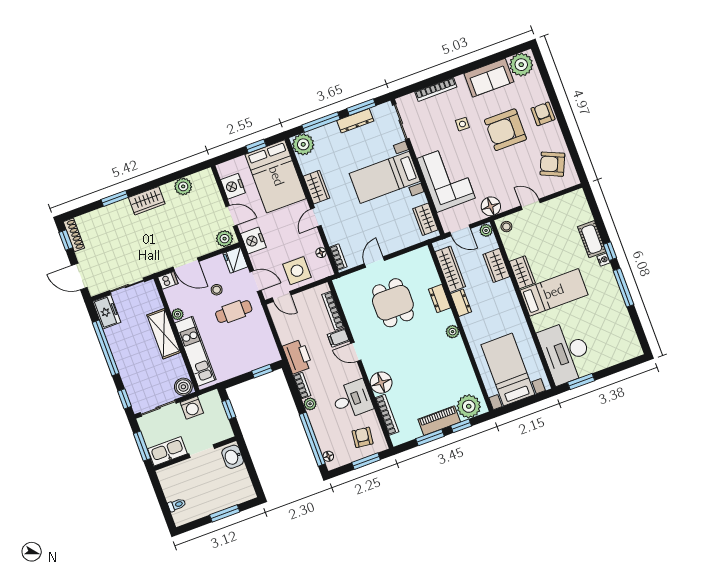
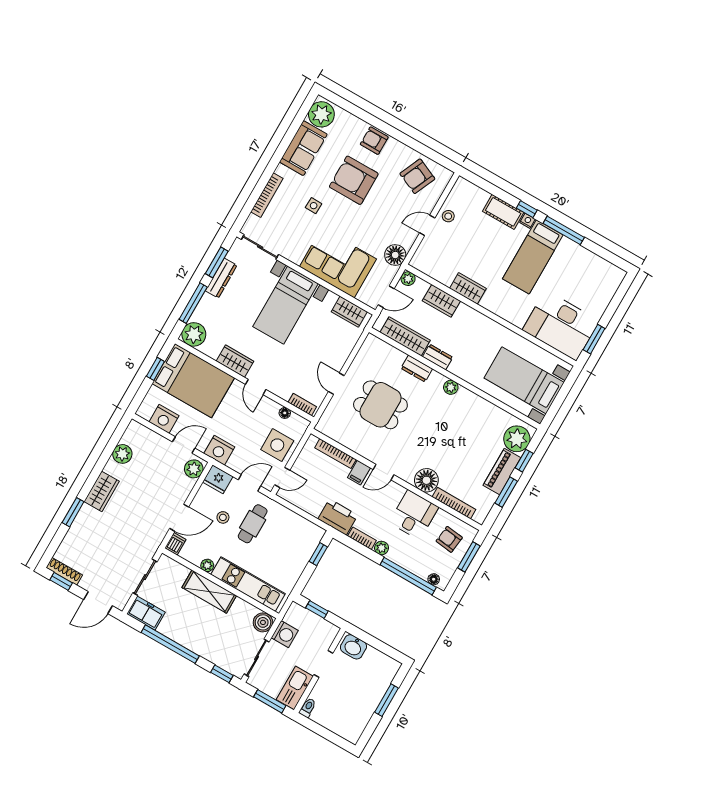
armchair: (505, 130) -> (354, 180), turned 90
stool: (506, 227) -> (448, 216), moved
bed: (554, 292) -> (533, 257), moved, turned 180
toilet: (177, 505) -> (308, 708), moved

